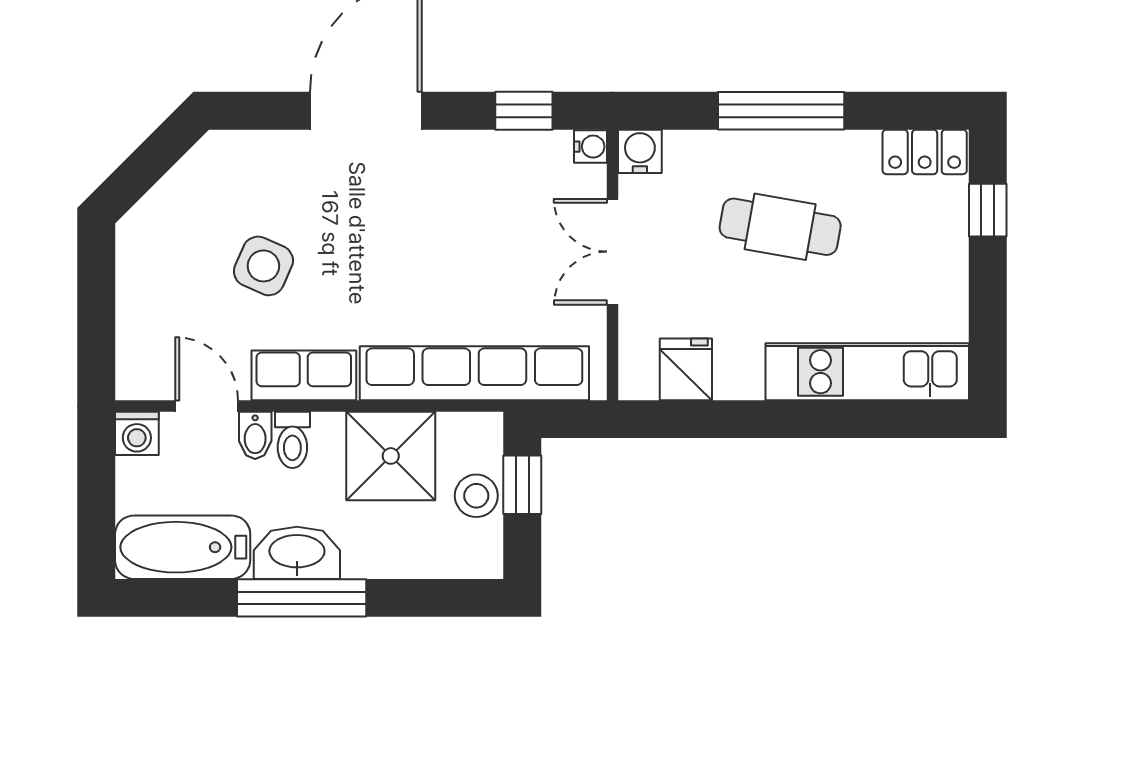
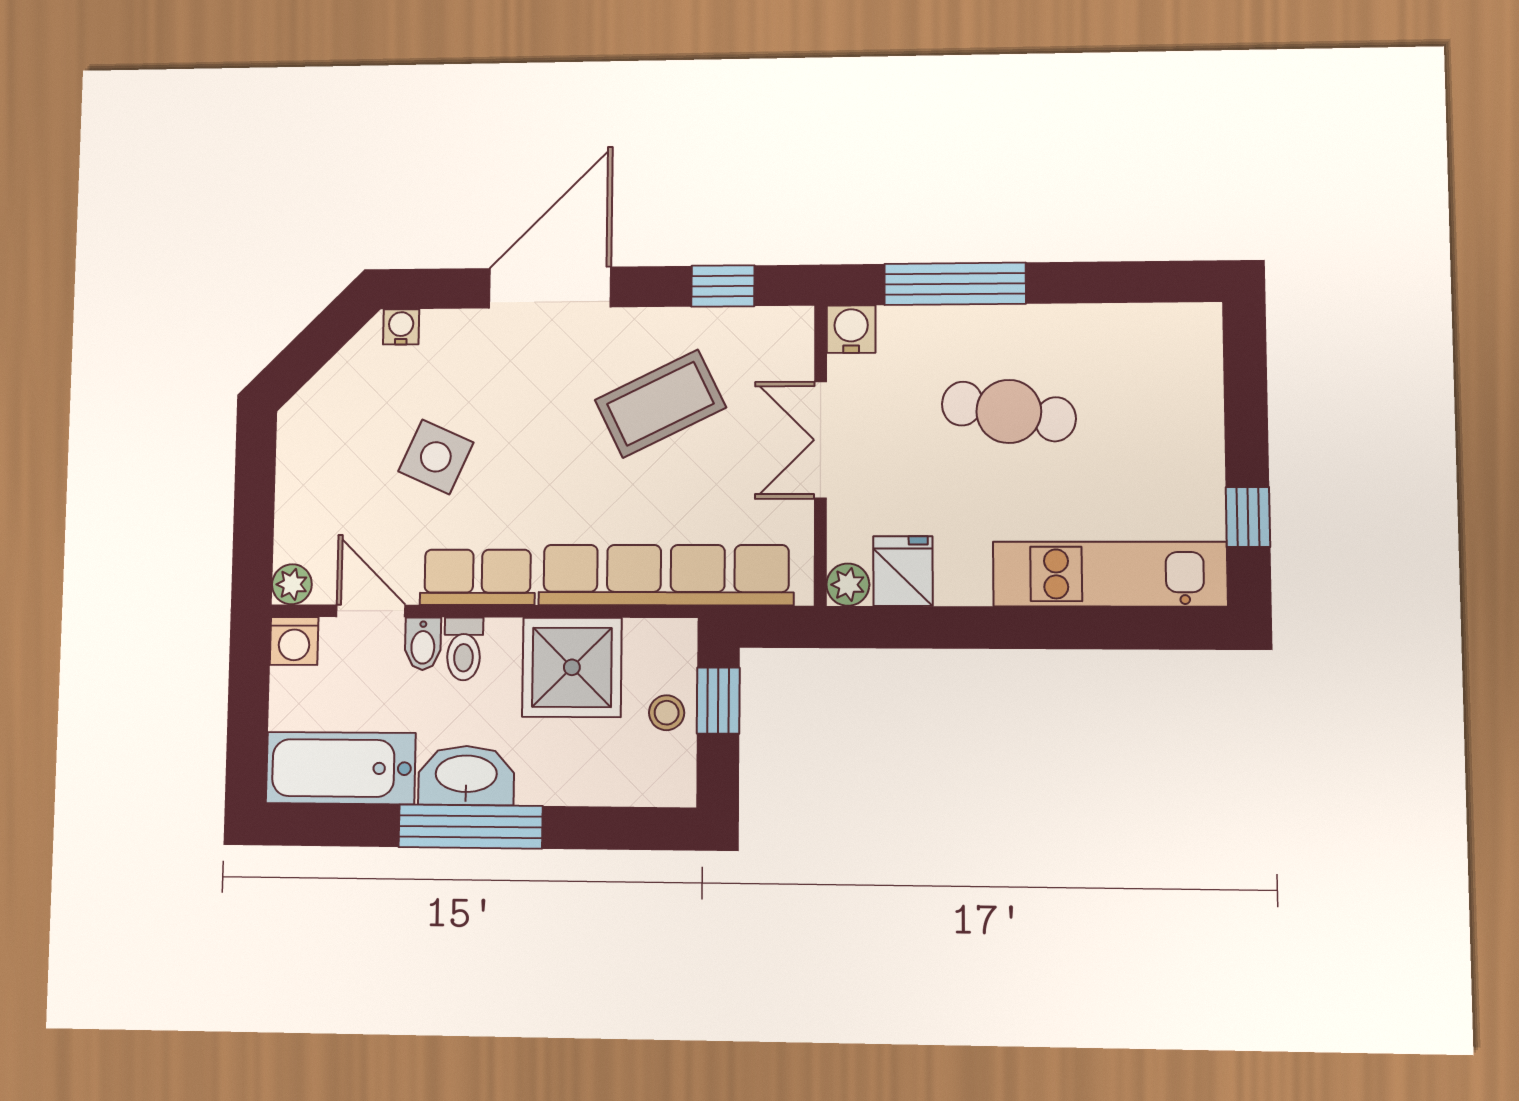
window: (781, 111) -> (955, 284), moved
water cooler: (591, 147) -> (401, 327), moved, turned -90
locker: (925, 152) -> (1172, 327), removed
window: (988, 210) -> (1248, 517), moved
coffee table: (468, 218) -> (660, 404), added
plant: (637, 381) -> (848, 585), added
plant: (133, 382) -> (292, 584), added
stool: (476, 496) -> (667, 713), width x0.73, depth x0.73

